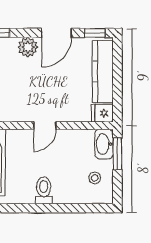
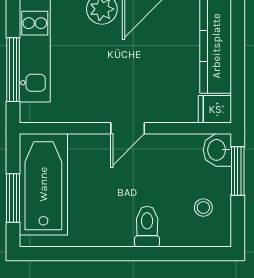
washbasin: (104, 144) -> (217, 150), width x0.72
toilet: (44, 190) -> (147, 227), moved

